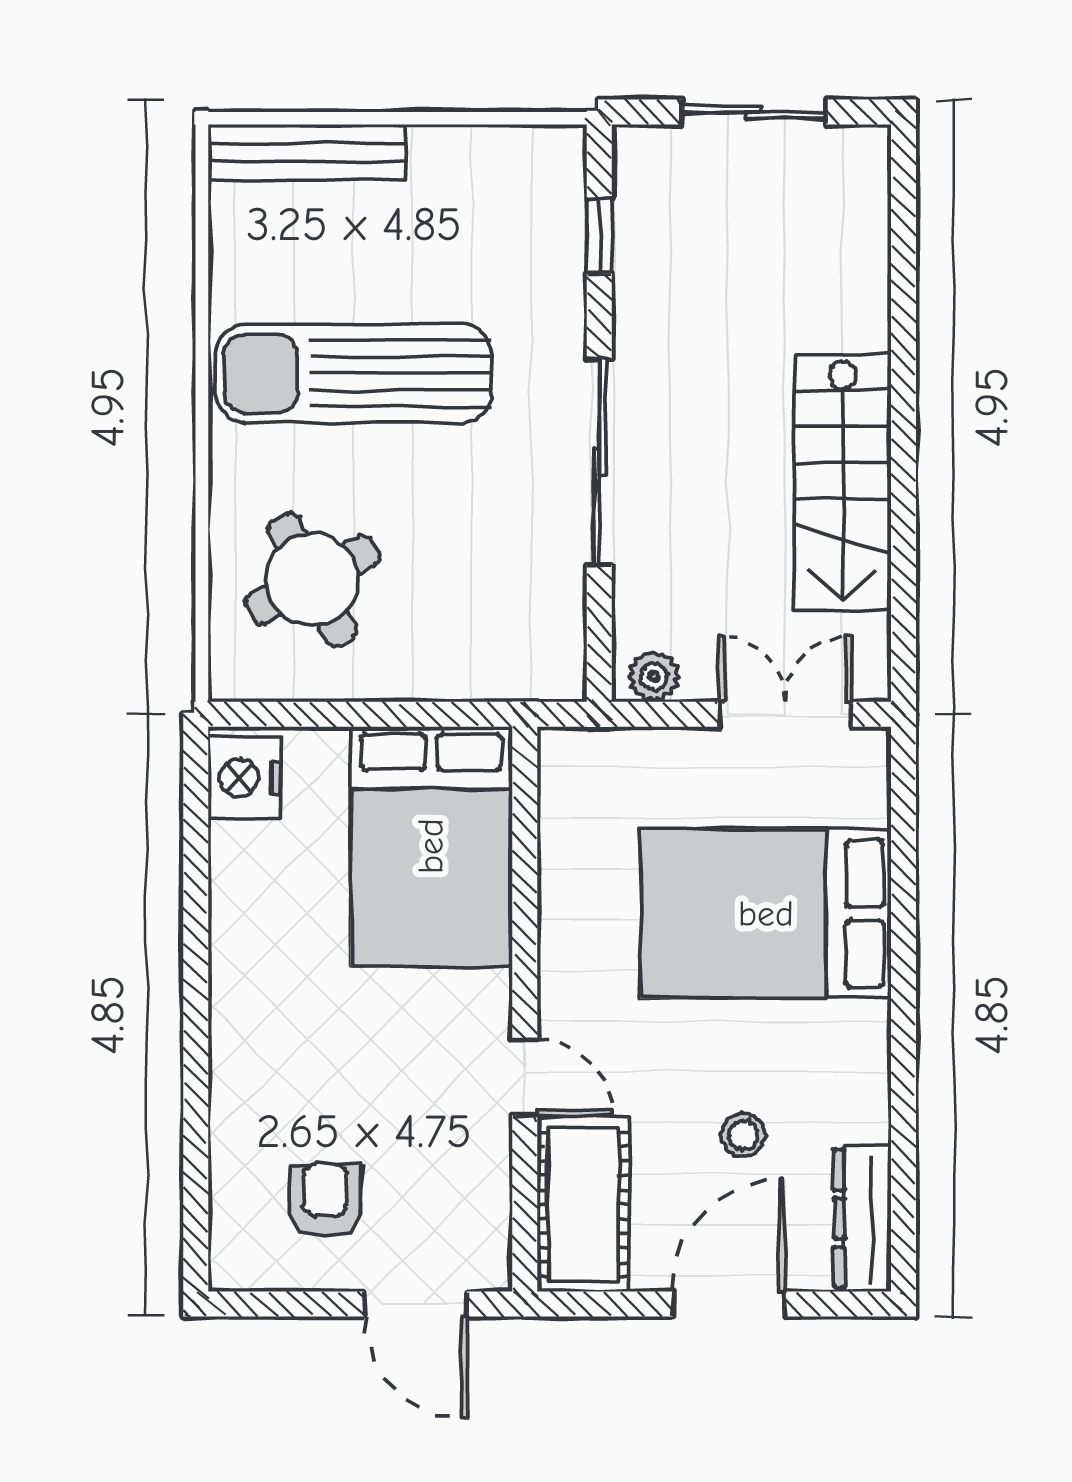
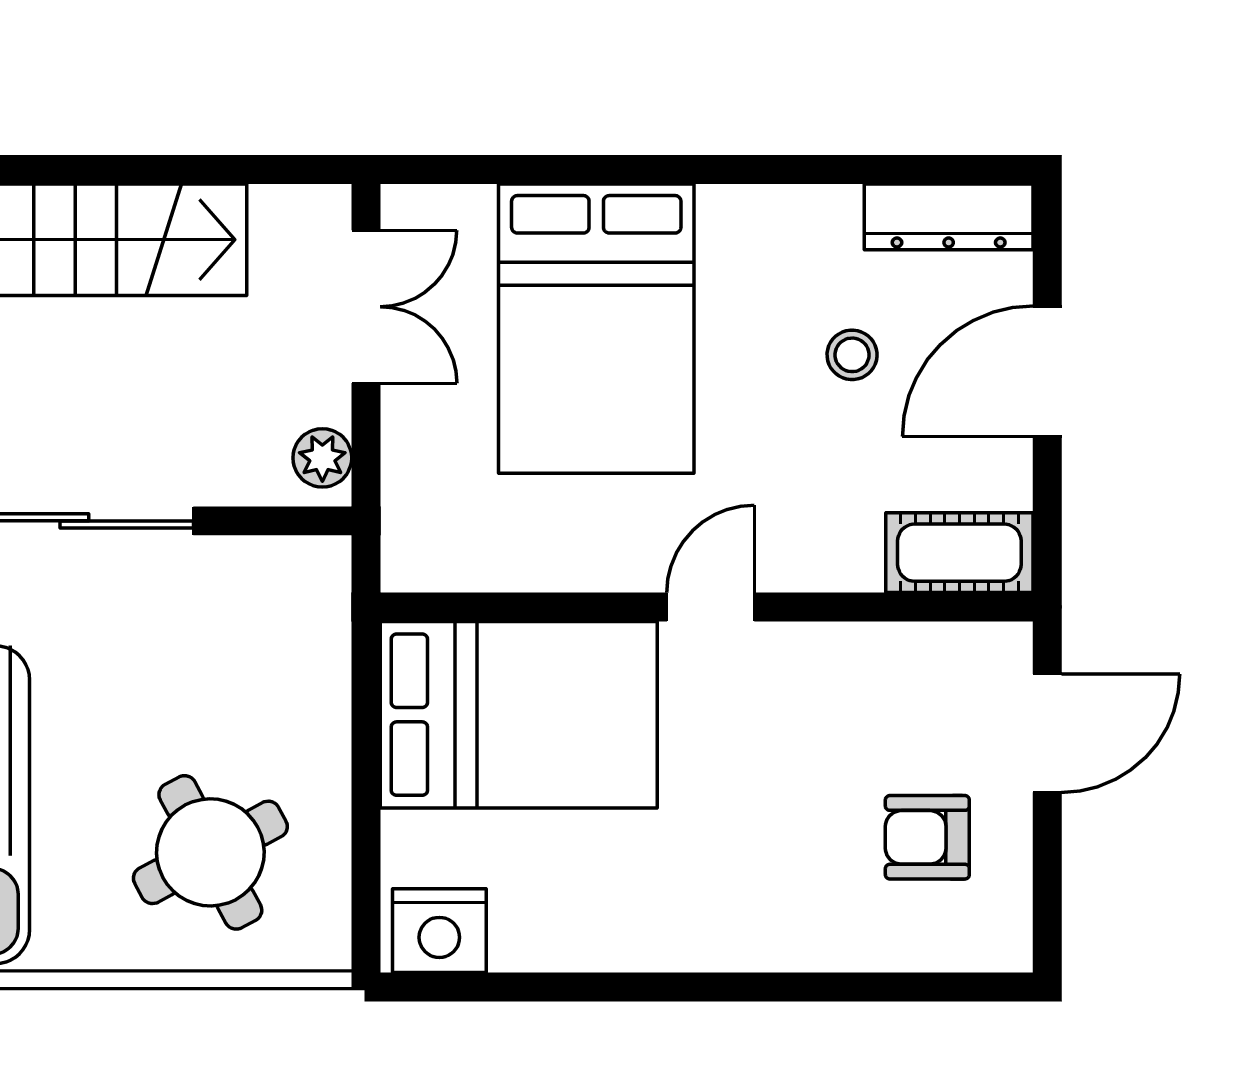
double door: (785, 714) -> (366, 307), swing flipped
door: (525, 1078) -> (711, 607), moved
cot: (583, 1205) -> (959, 553), width x0.73, depth x0.75
door: (729, 1304) -> (1047, 371), hinge flipped

